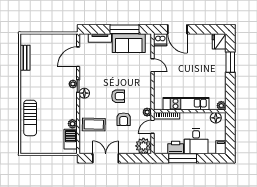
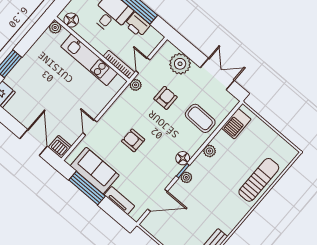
armchair: (118, 96) -> (133, 140), moved
plant: (72, 124) -> (209, 151), moved
door: (153, 127) -> (143, 65), swing flipped
plant: (143, 146) -> (180, 64), moved
double door: (106, 158) -> (217, 74), swing flipped

